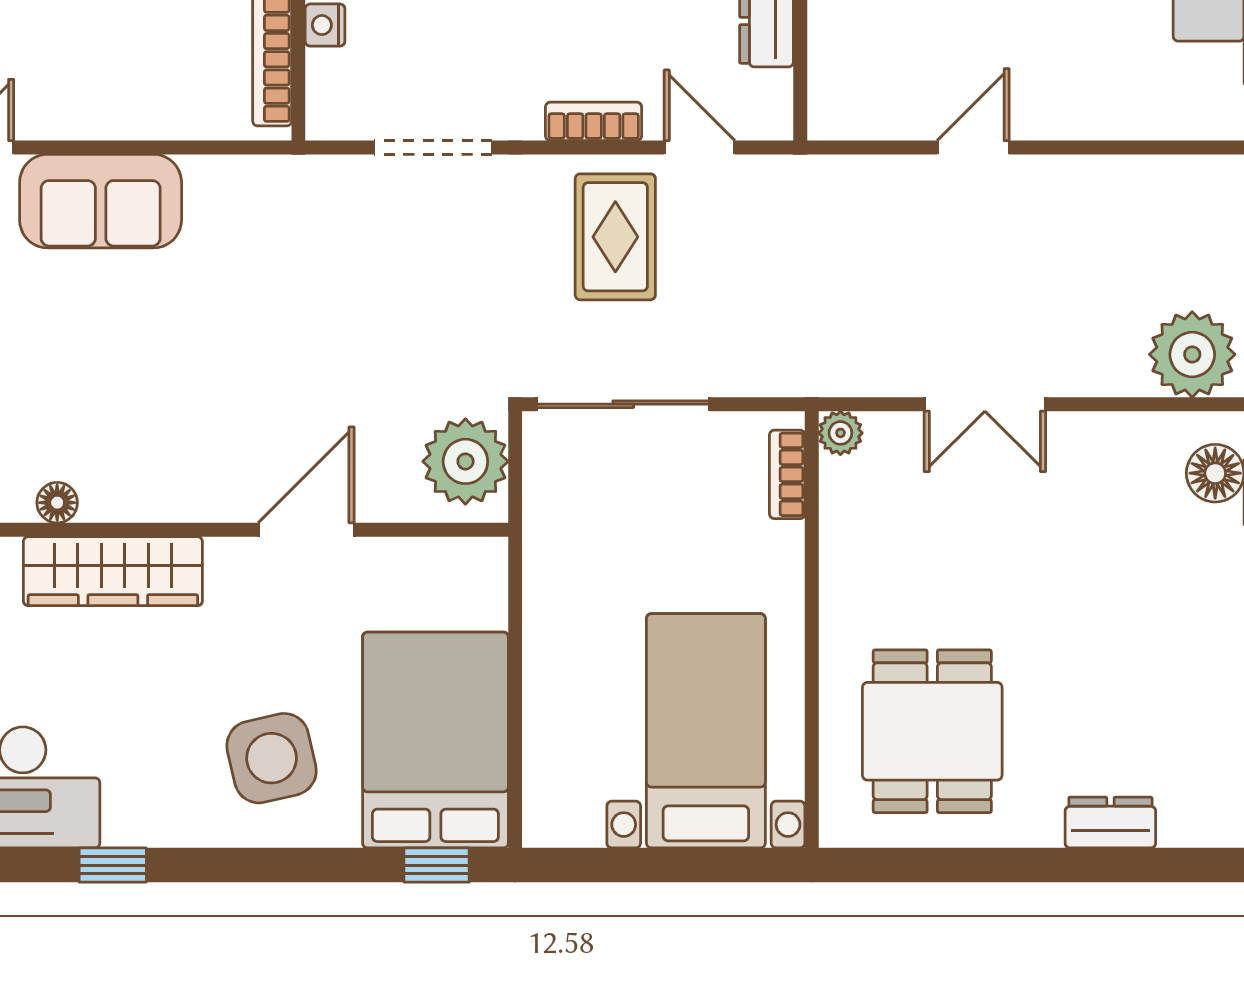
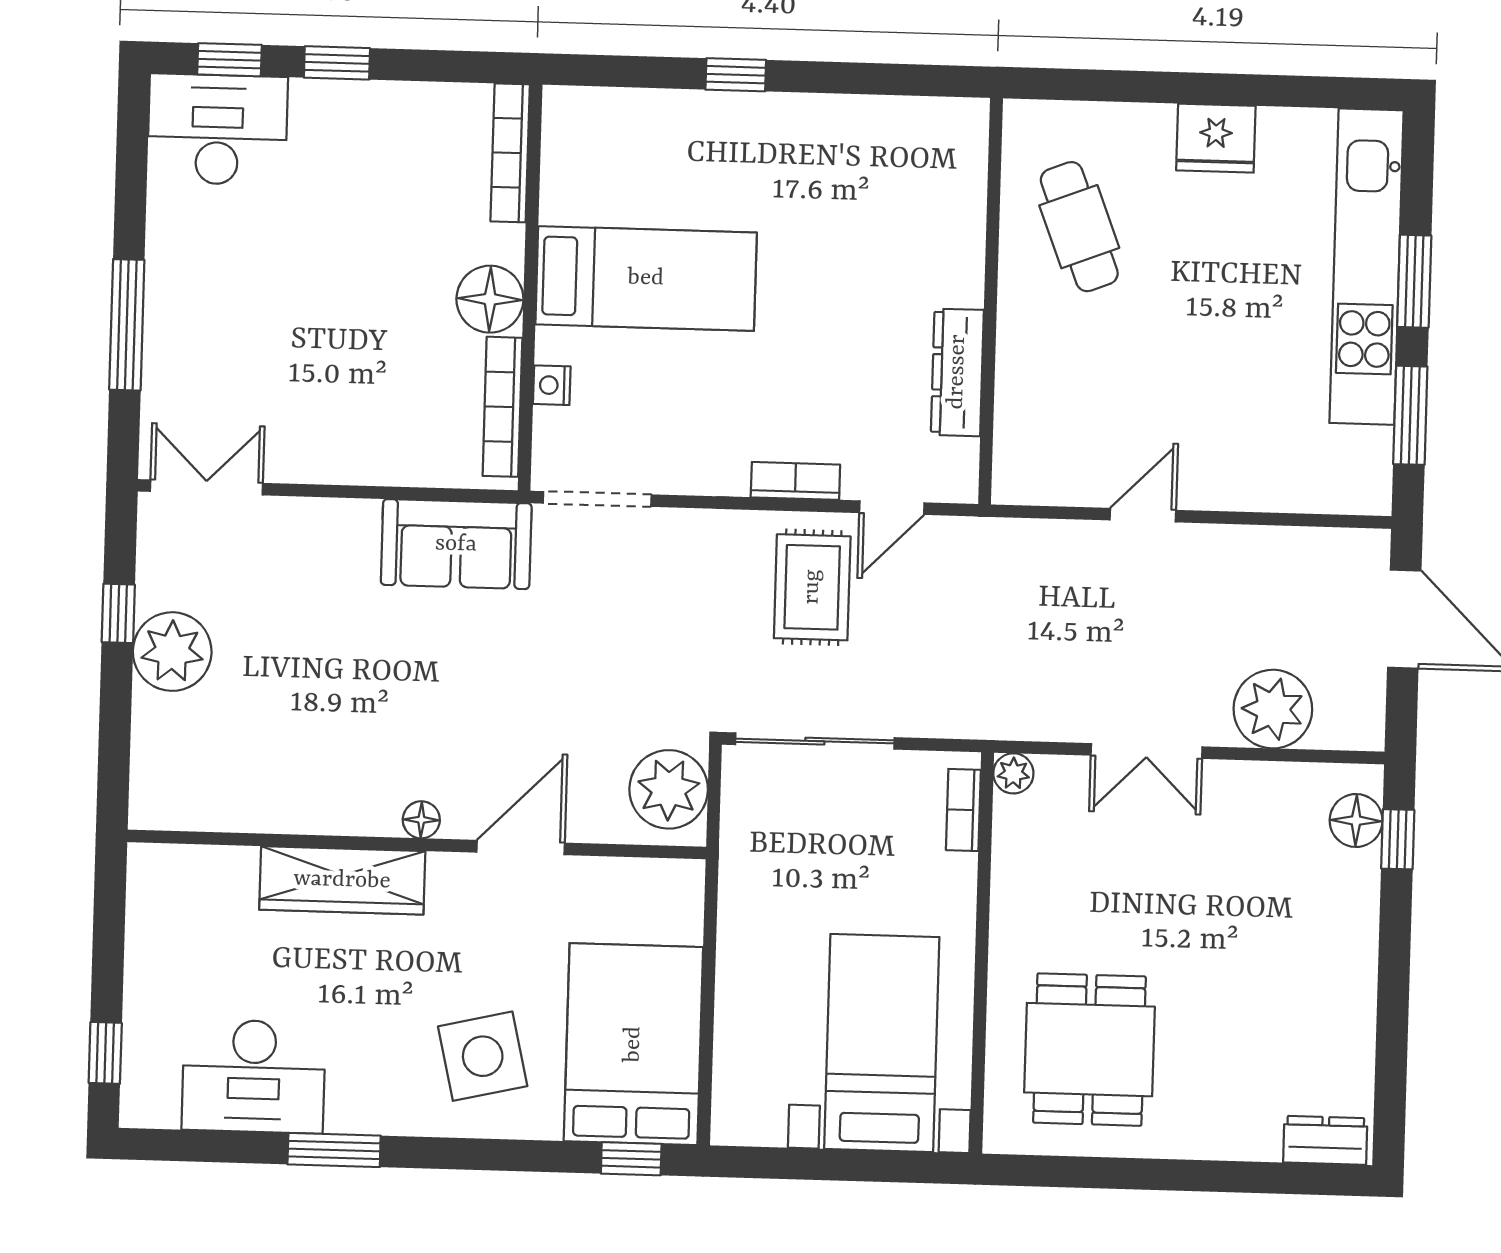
doorway: (433, 148) -> (597, 499), moved
door: (699, 148) -> (892, 508), swing flipped
sofa: (101, 201) -> (456, 544), moved
plant: (1192, 354) -> (1273, 709), moved
floor lamp: (57, 503) -> (421, 820), moved
dresser: (1110, 823) -> (1325, 1140), moved
window: (113, 865) -> (334, 1150), width x1.50

